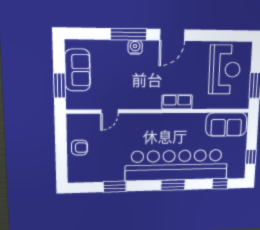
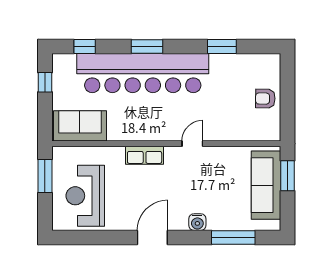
window: (129, 34) -> (233, 237), moved
sofa: (78, 70) -> (266, 185), width x1.36
door: (109, 111) -> (192, 144), moved

